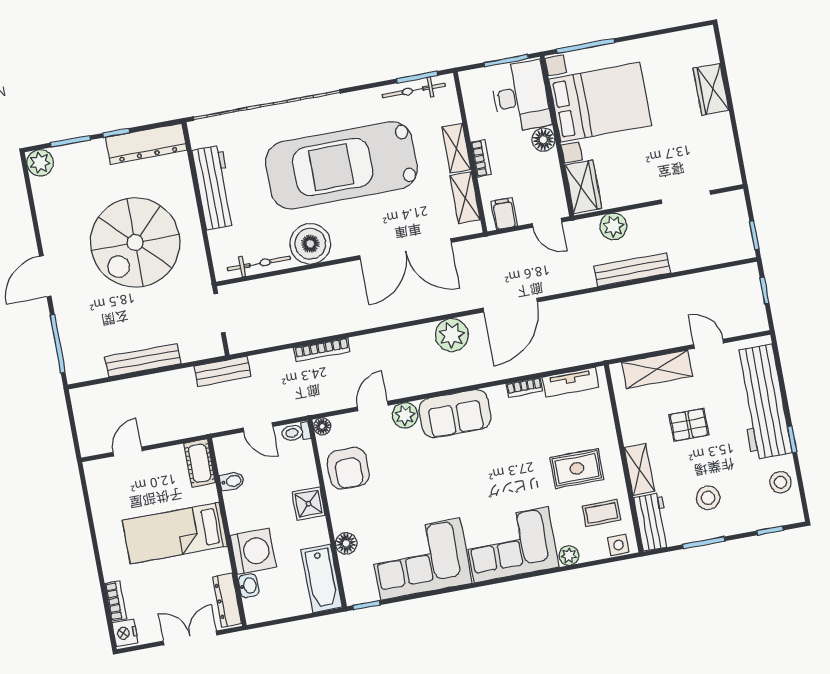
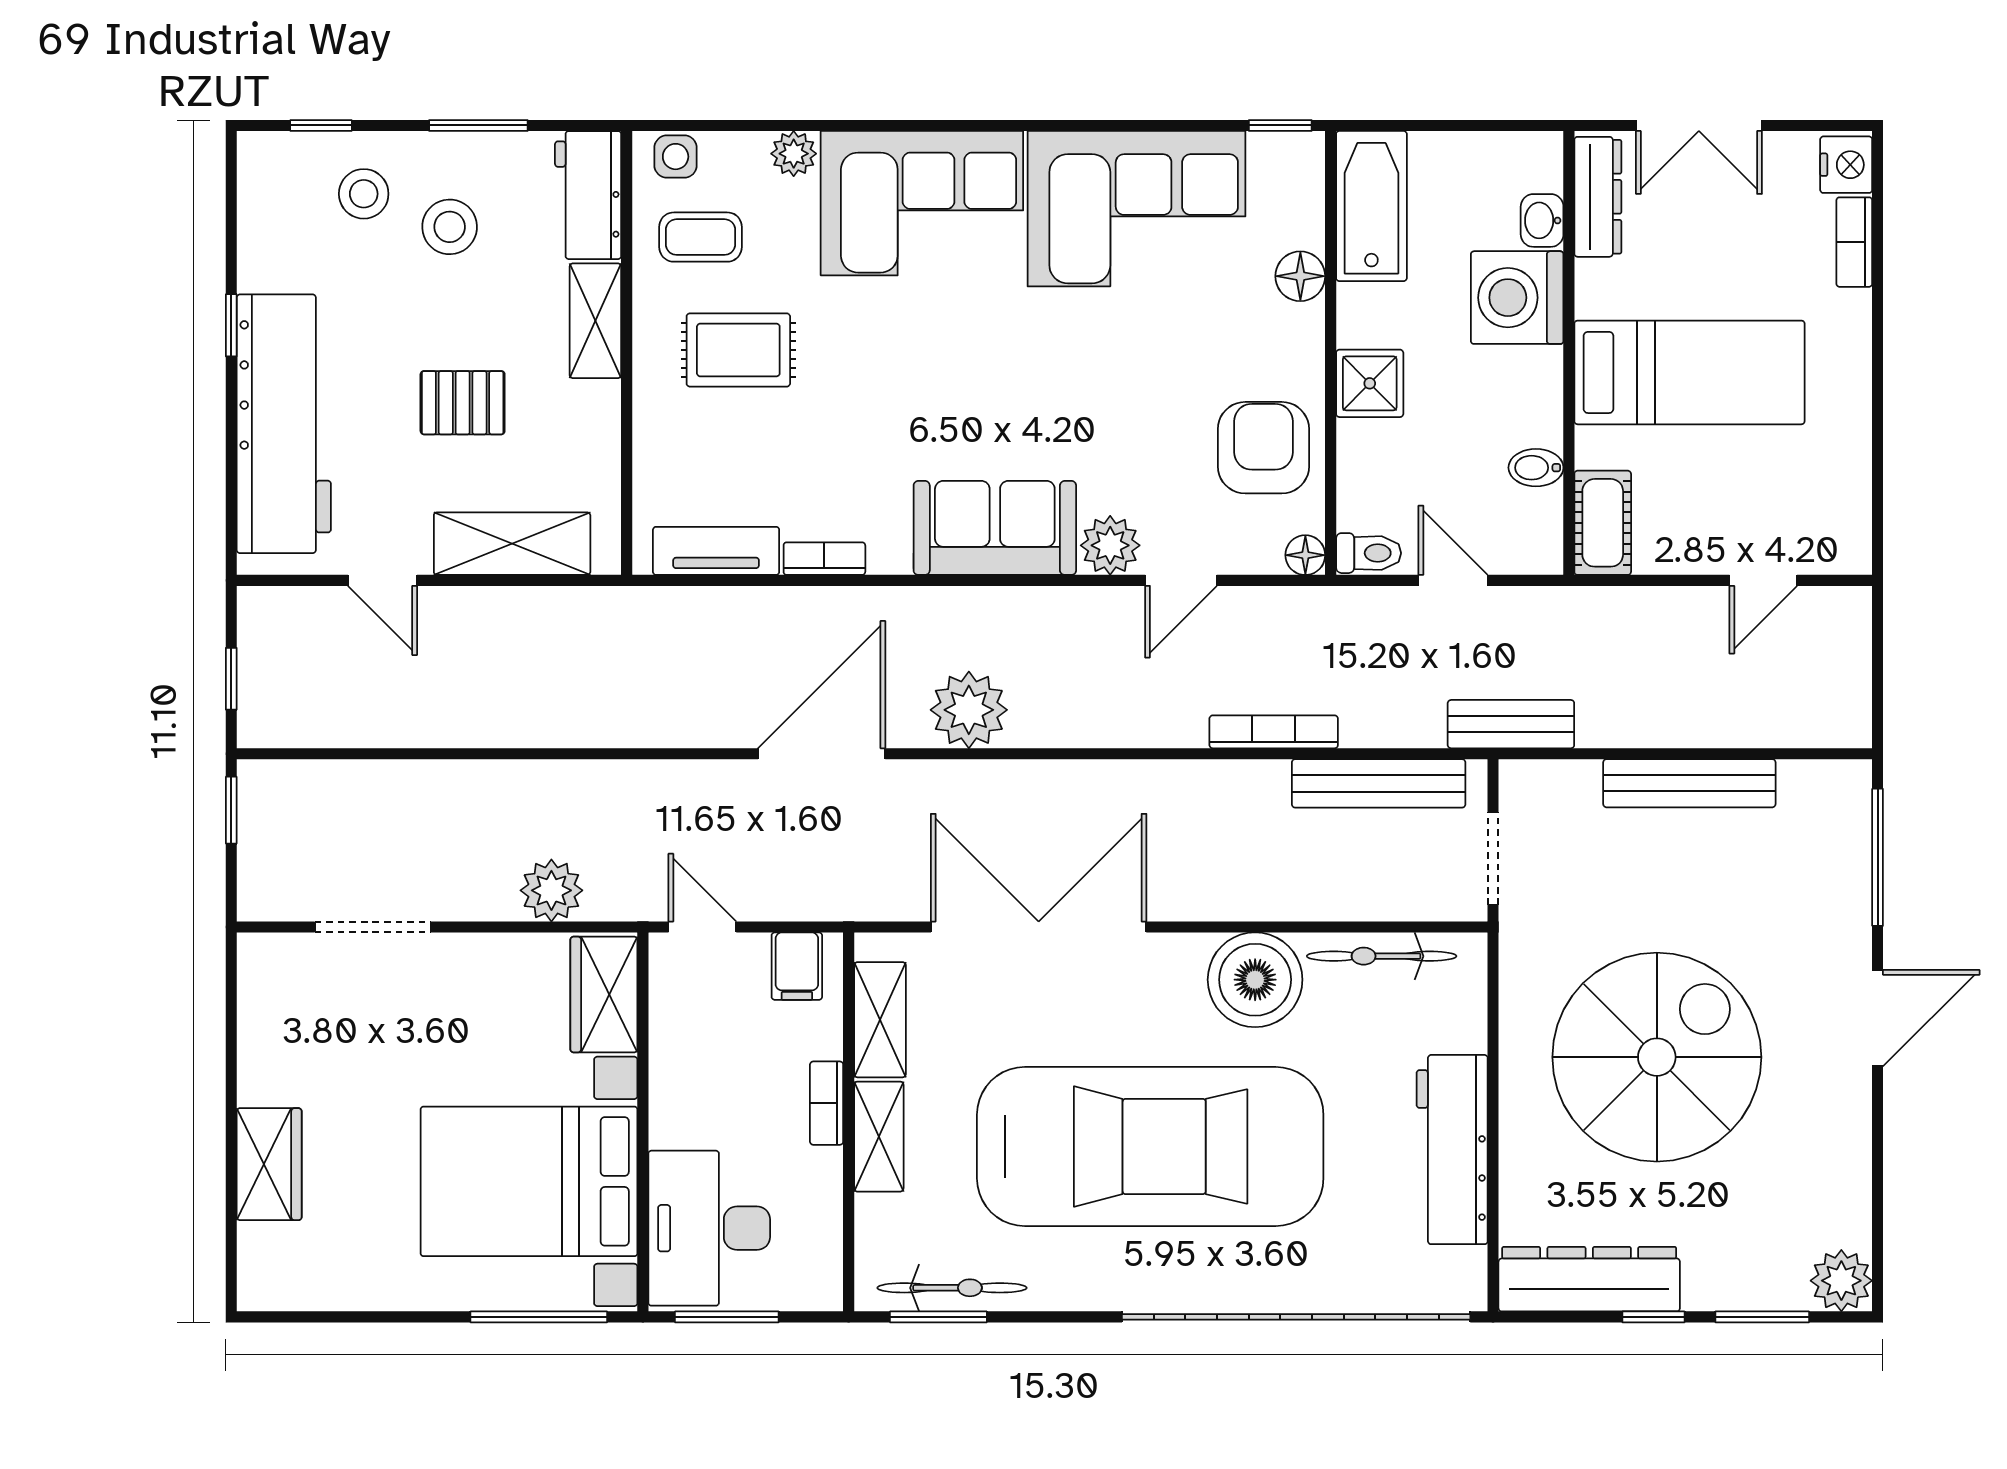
floor lamp: (543, 140) -> (675, 1119), removed
bench: (632, 270) -> (1379, 783), moved
stool: (780, 482) -> (364, 194), moved

